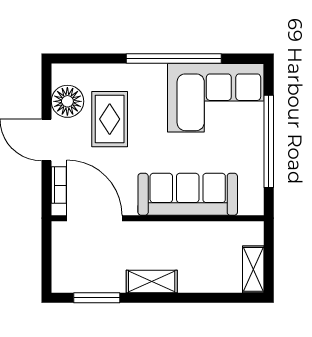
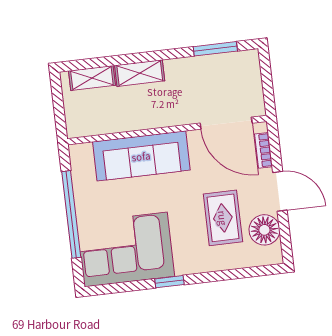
window: (174, 59) -> (169, 282), width x0.32
shelving: (253, 269) -> (92, 78), moved, turned 90
shelving: (152, 282) -> (140, 73), moved

